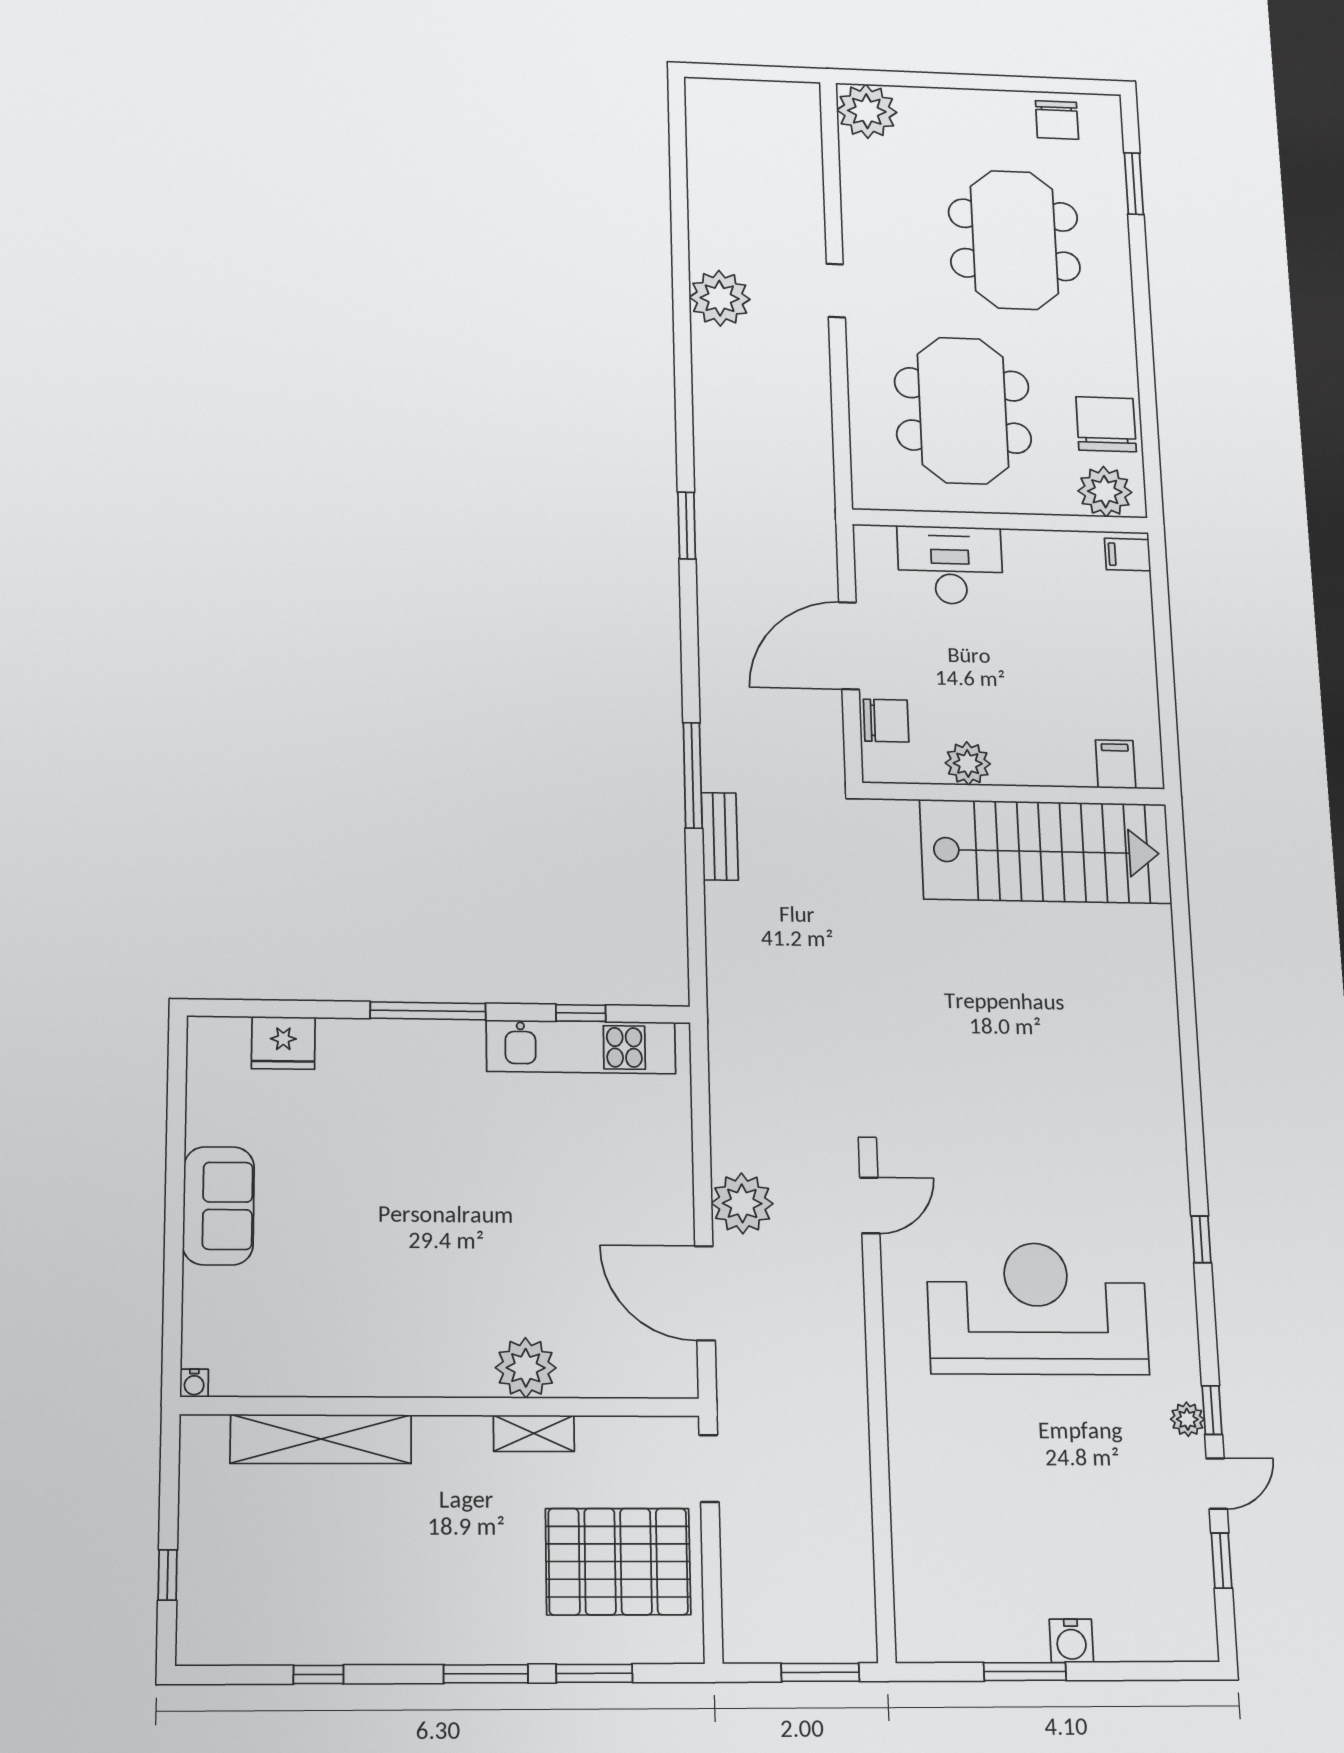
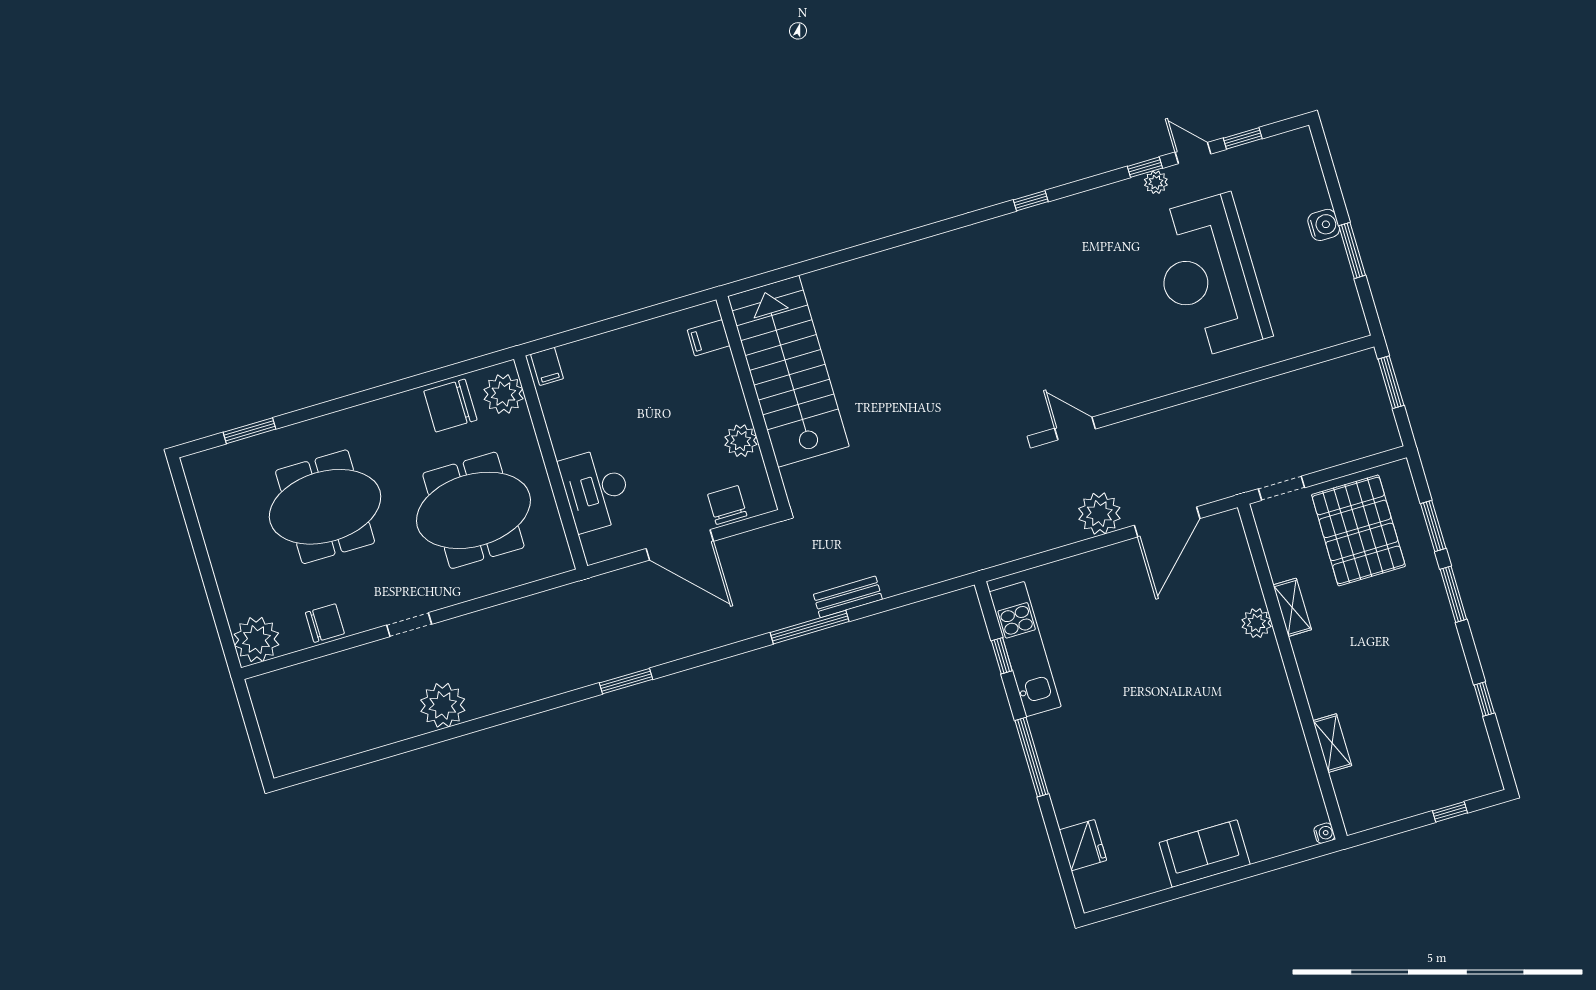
chair: (1057, 120) -> (325, 623), moved
reception desk: (1037, 1309) -> (1209, 276), moved
plant: (526, 1368) -> (1256, 623), width x0.73, depth x0.73
shelving: (321, 1439) -> (1332, 743), width x0.45, depth x0.75

